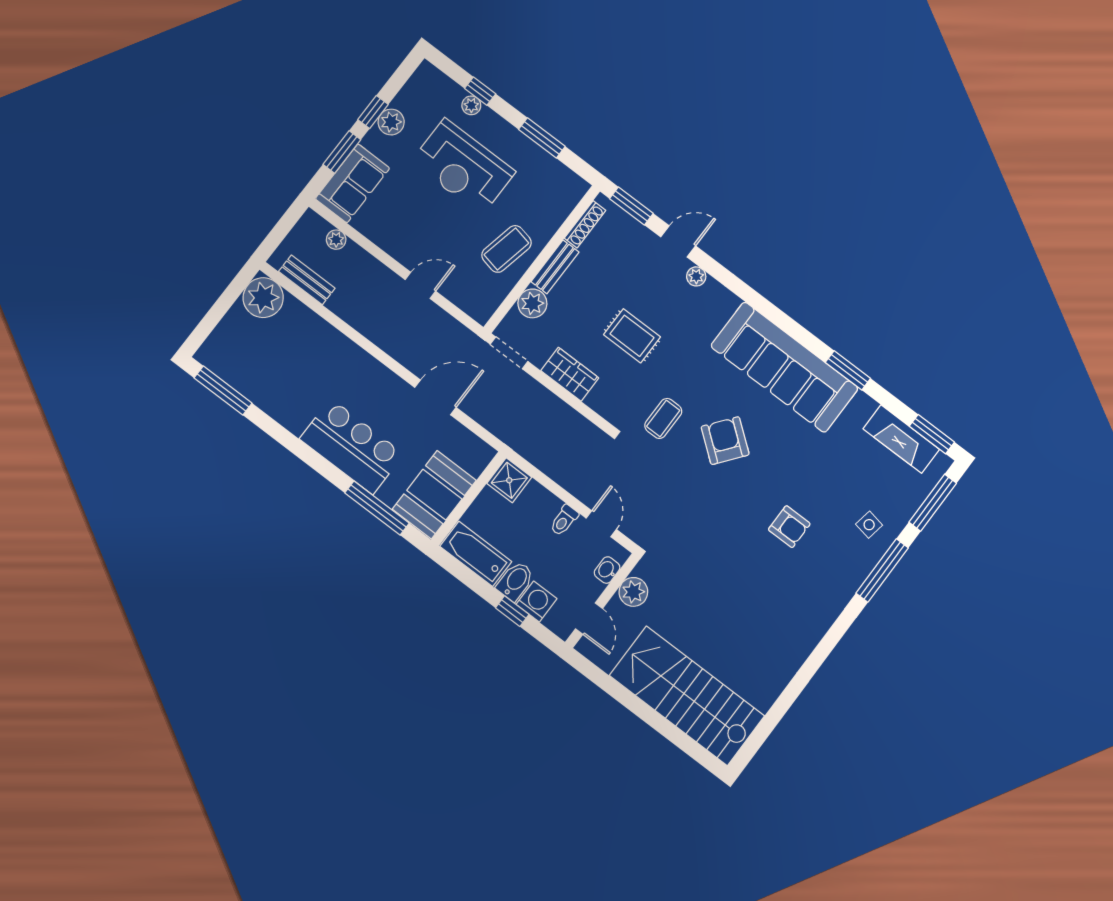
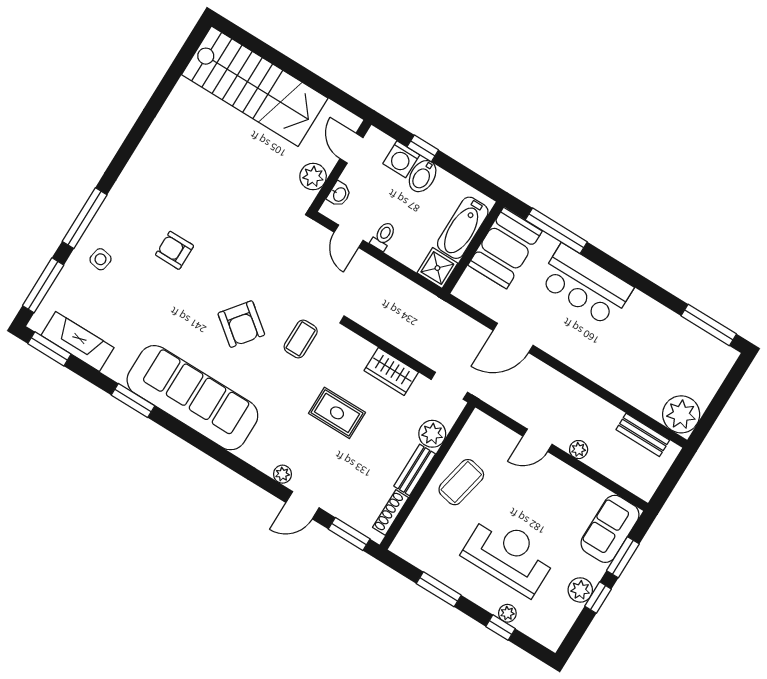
plant: (336, 240) -> (579, 450), moved
bathtub: (476, 554) -> (463, 228), moved, turned 90

